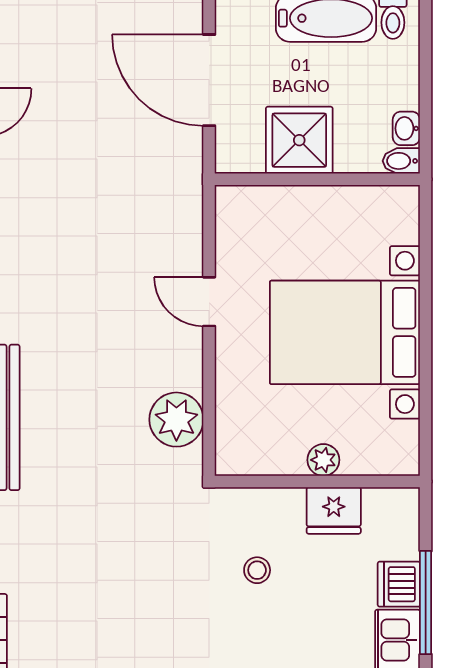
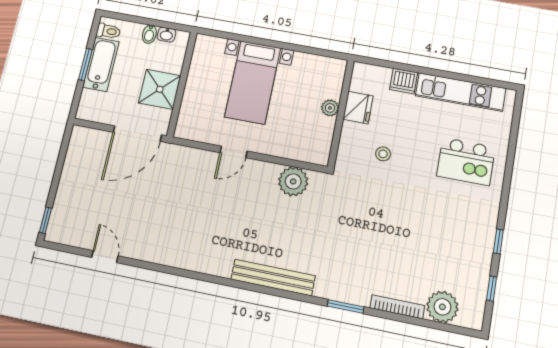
door: (209, 80) -> (137, 133), moved
bidet: (401, 161) -> (149, 34), moved
bed with nightstands: (345, 332) -> (253, 82), width x0.73
window: (426, 603) -> (416, 69), removed

